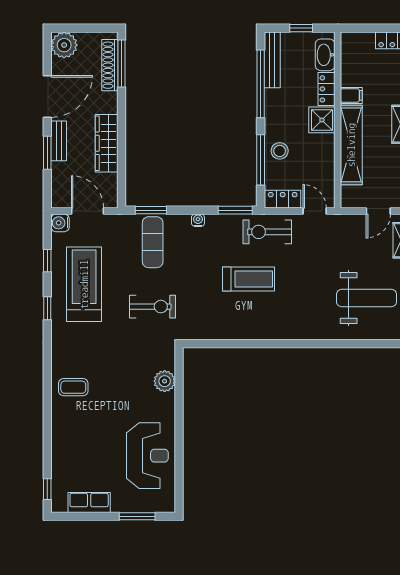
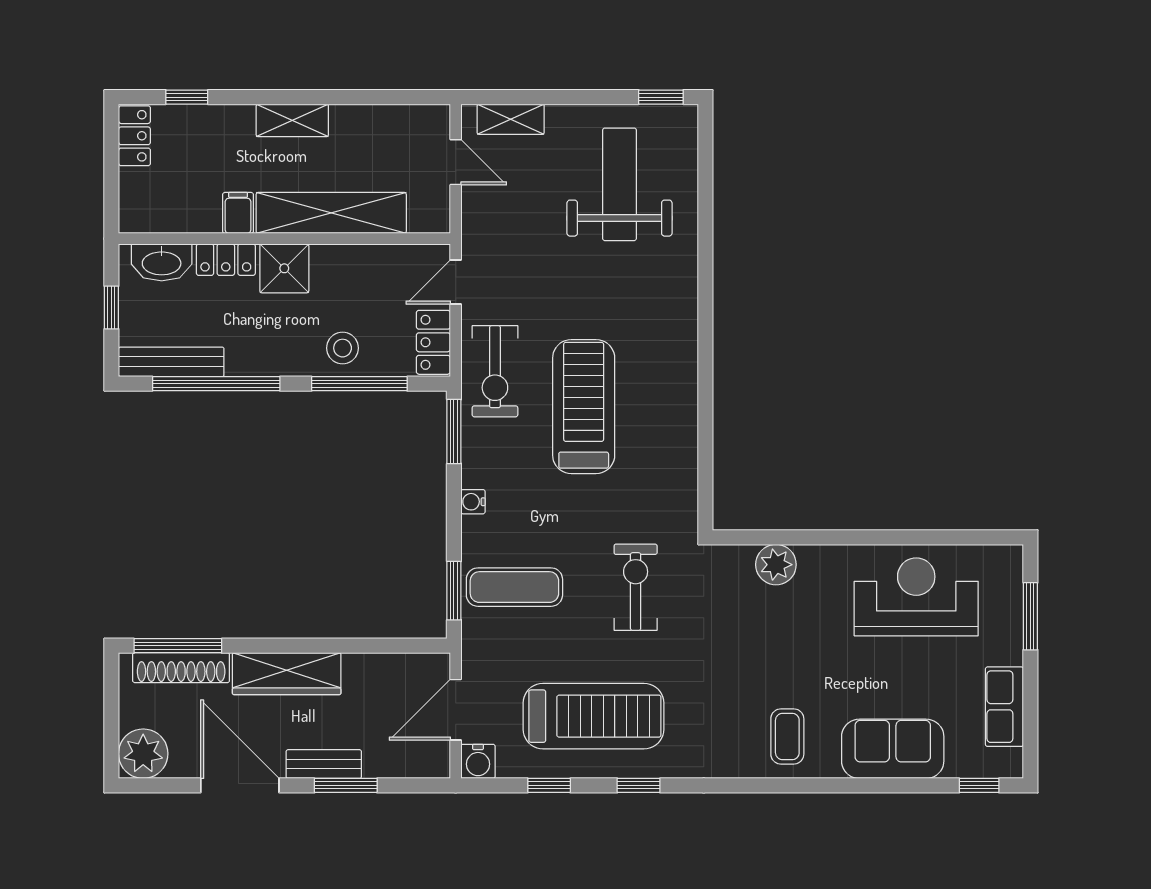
wardrobe: (107, 143) -> (287, 674), moved
treadmill: (248, 279) -> (584, 407), width x1.37, depth x1.38
treadmill: (84, 284) -> (593, 716), turned 180
sofa: (67, 443) -> (893, 749), added

